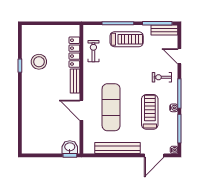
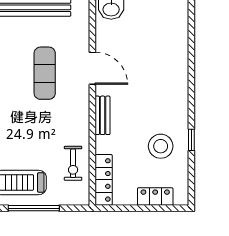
locker: (42, 30) -> (155, 197), added
locker: (74, 52) -> (104, 180), moved
exercise mat: (111, 107) -> (45, 73), width x0.73, depth x0.69

